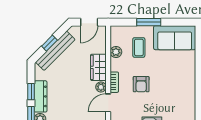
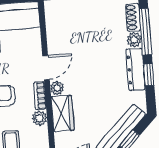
plant: (116, 52) -> (40, 118), moved

